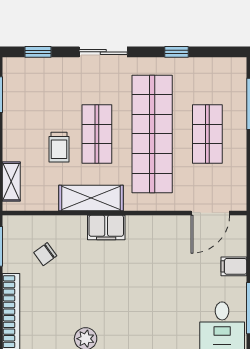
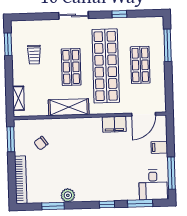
window: (38, 52) -> (33, 17), removed
trolley: (59, 147) -> (34, 55), moved
filing cabinet: (106, 227) -> (114, 124), moved

